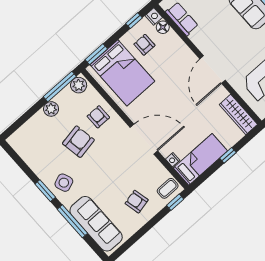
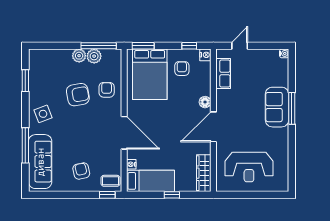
floor lamp: (163, 27) -> (205, 102), moved
plant: (79, 85) -> (94, 56), moved
window: (45, 191) -> (25, 81), moved

